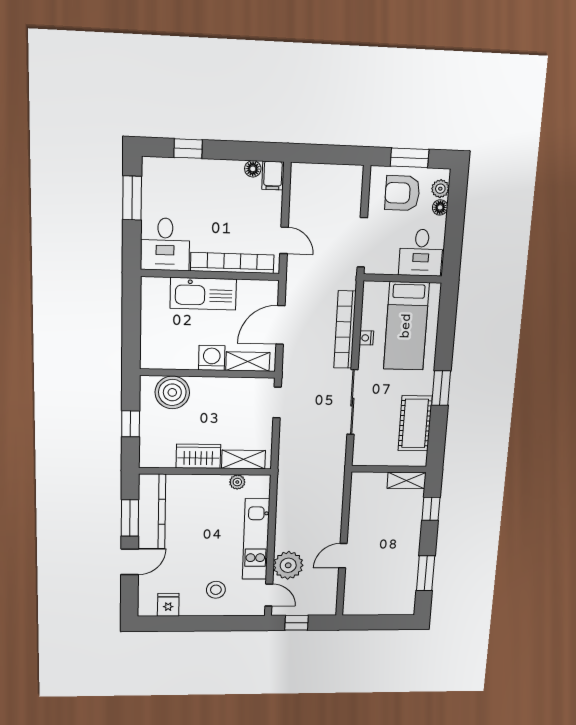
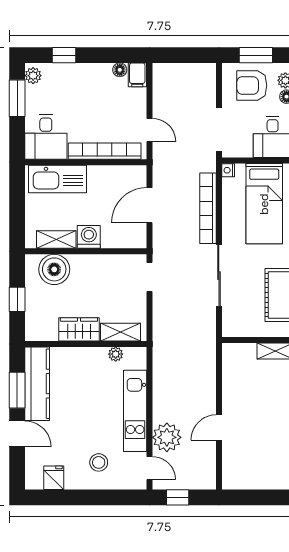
plant: (151, 172) -> (33, 76), added
kitchen sink: (203, 294) -> (58, 179), moved
nightstand: (366, 338) -> (228, 170), moved
shelving: (248, 362) -> (56, 240), moved
door: (130, 562) -> (17, 434), hinge flipped

